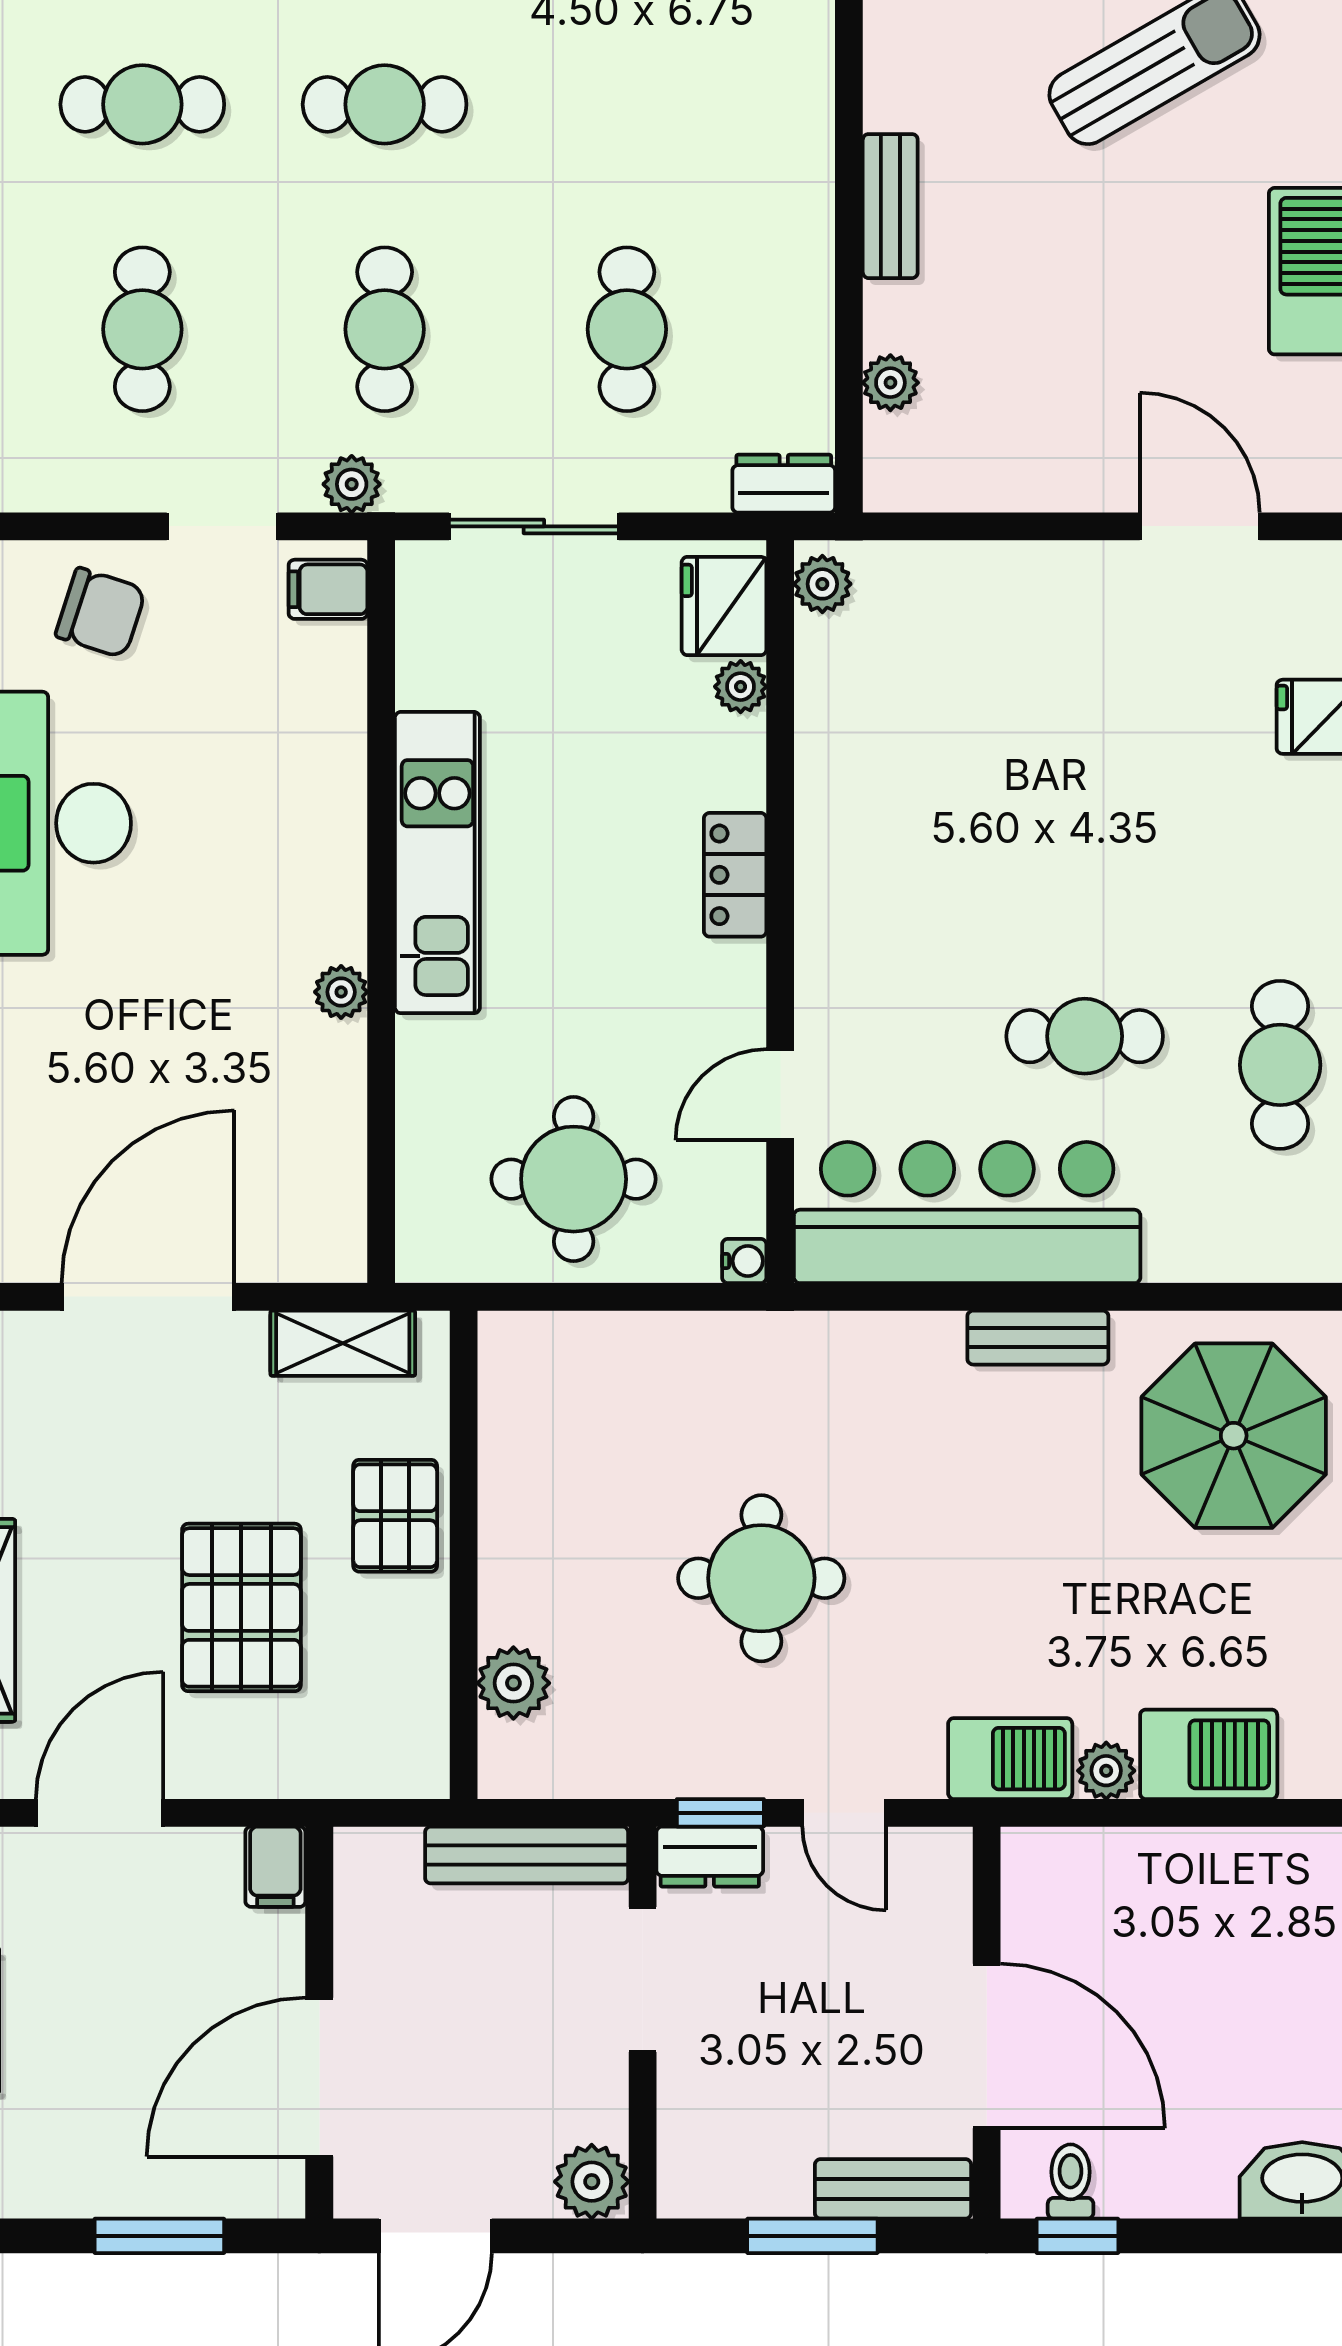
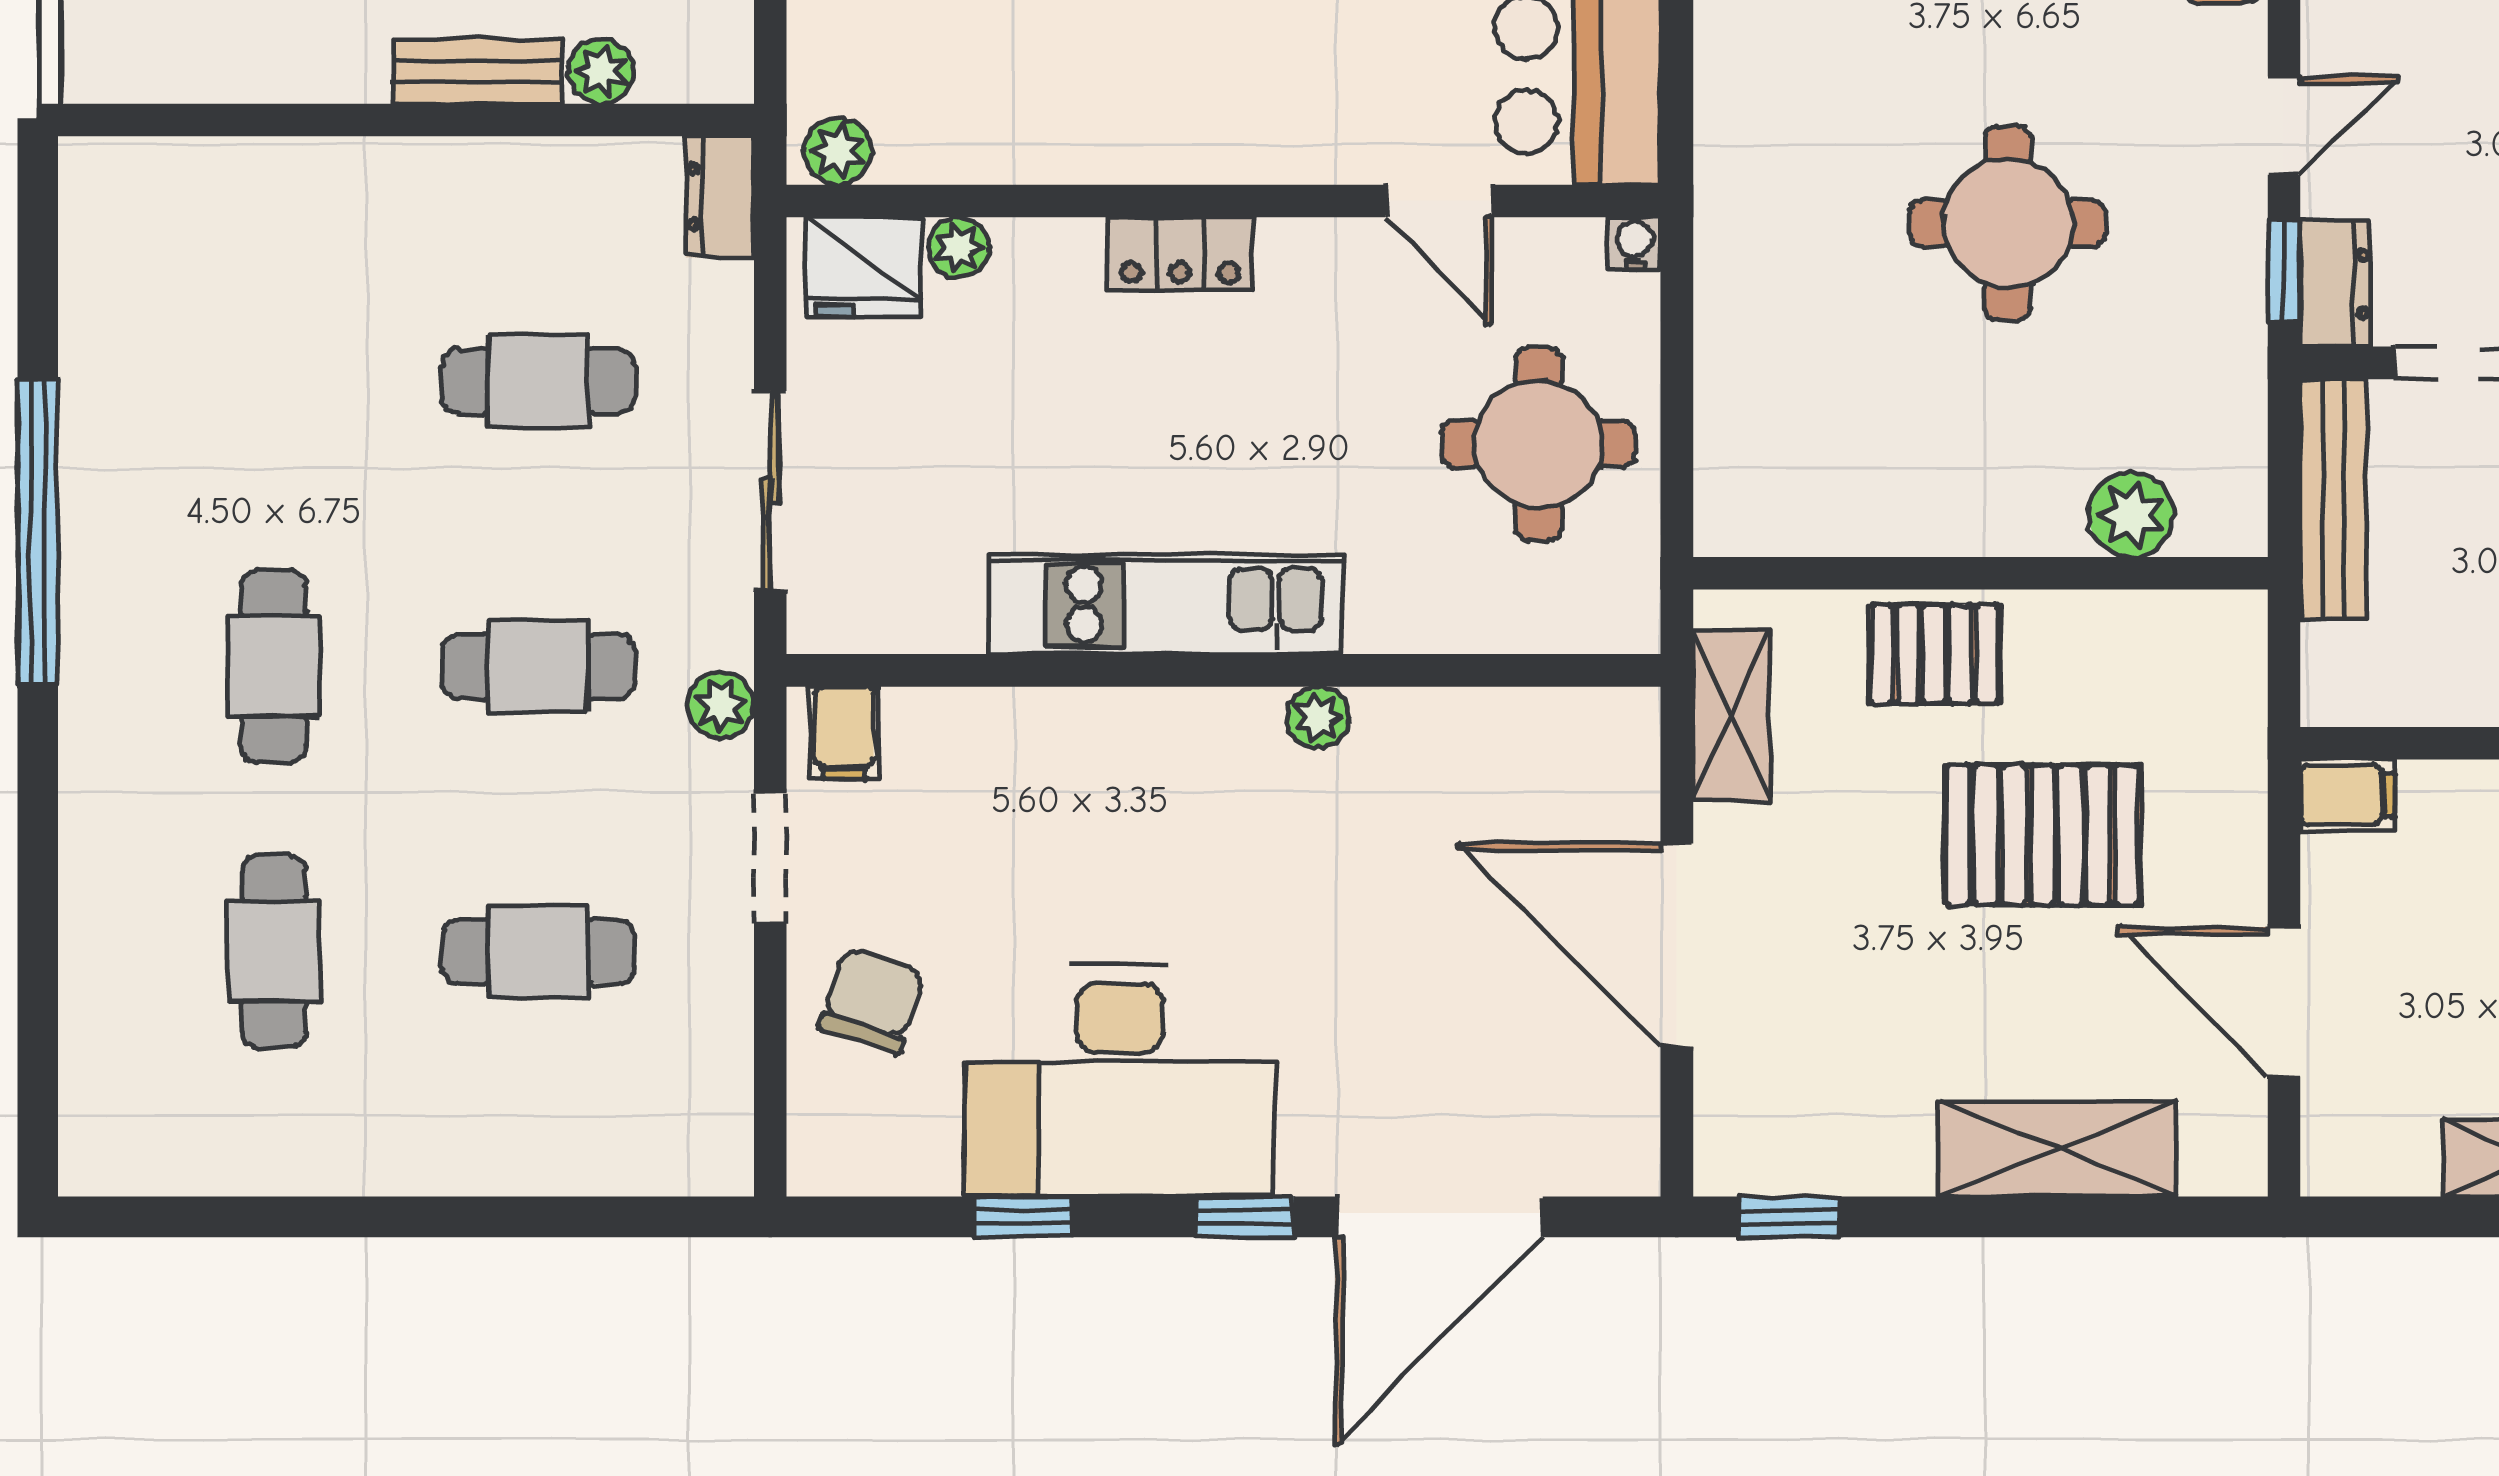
bench: (890, 206) -> (477, 71), moved

